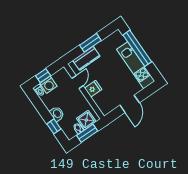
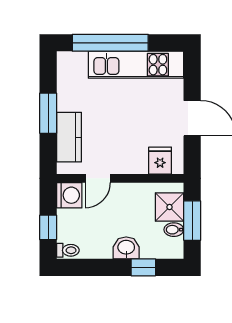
door: (78, 82) -> (98, 178), swing flipped
washing machine: (48, 85) -> (69, 195), moved
fridge: (93, 89) -> (160, 161), moved

